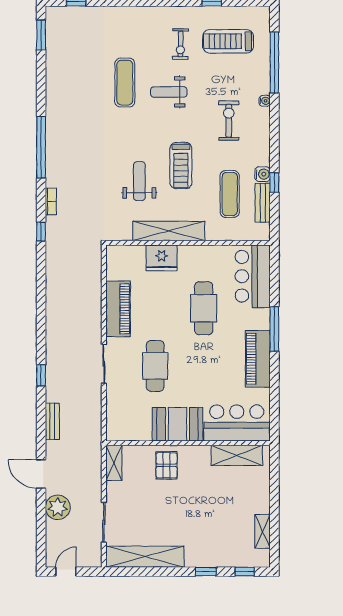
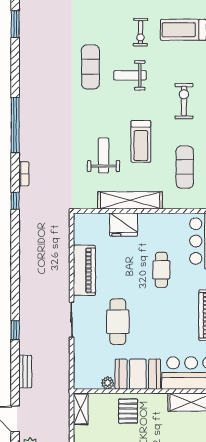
cafe table: (204, 308) -> (161, 270), width x0.73, depth x0.74
plant: (144, 434) -> (108, 383), added

